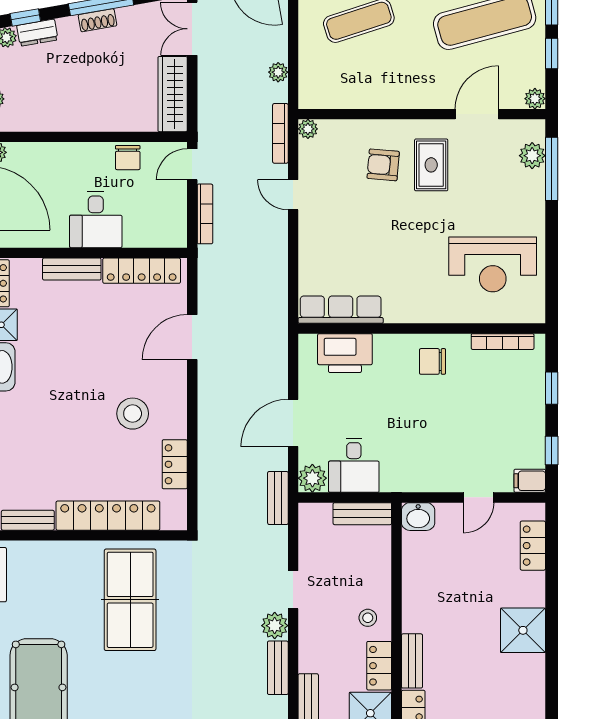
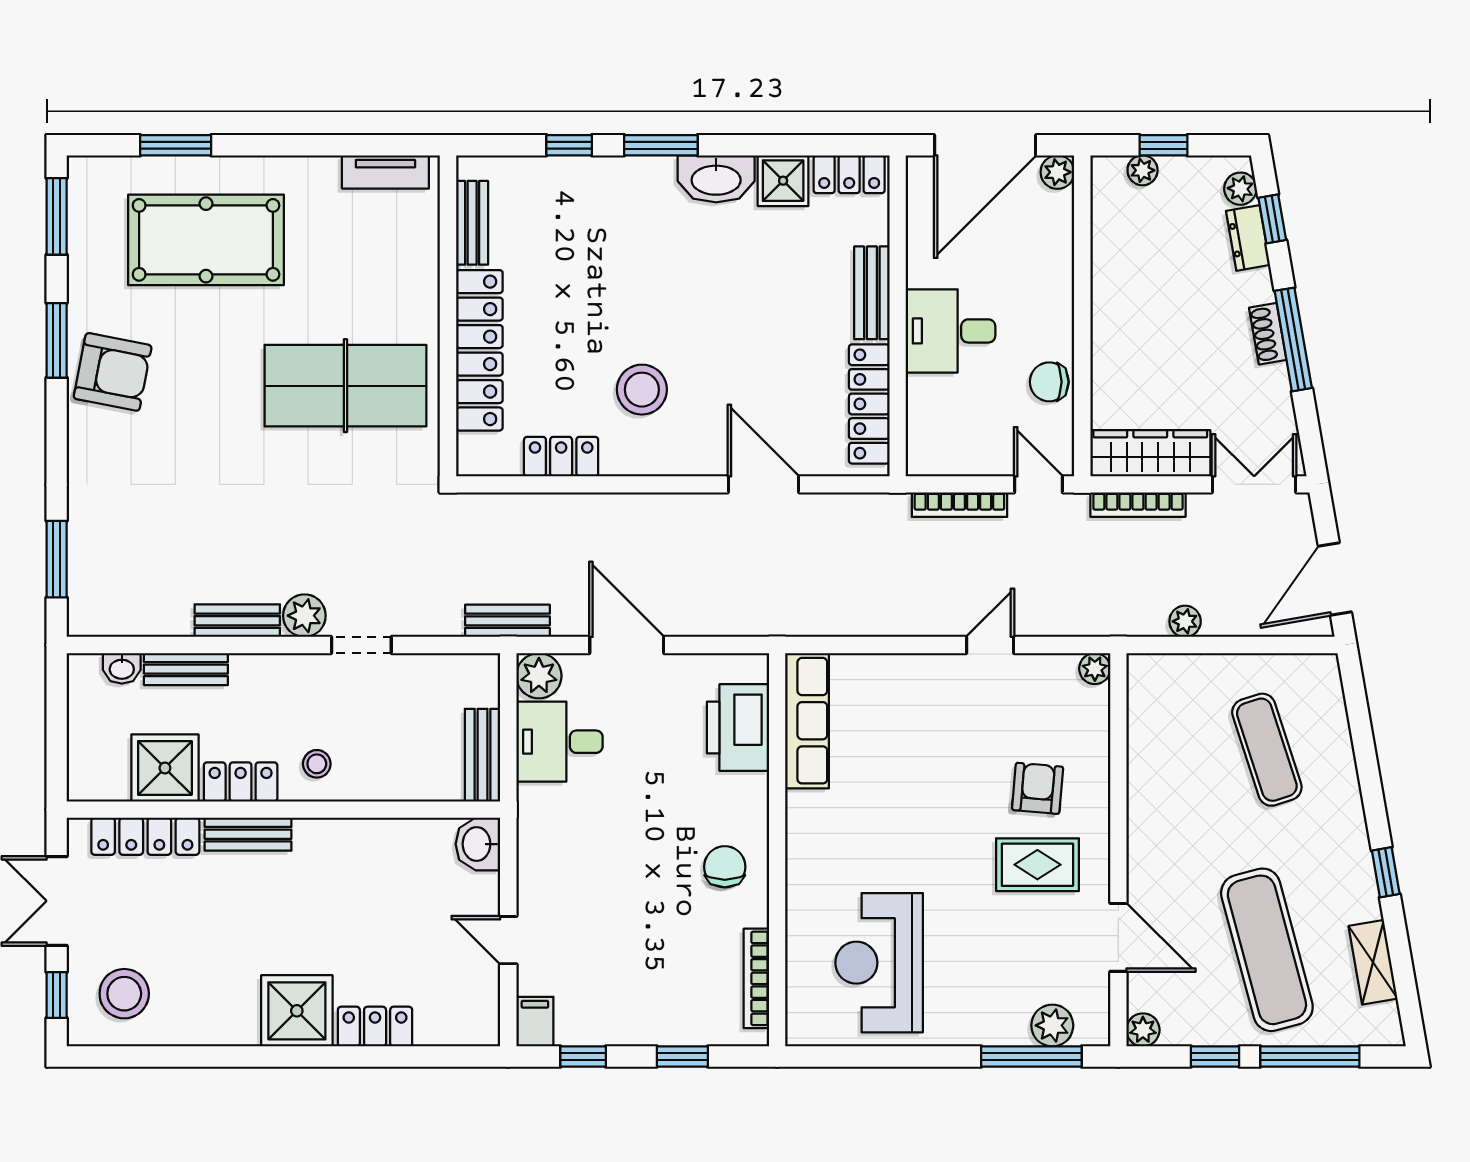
bookcase: (280, 133) -> (1138, 505), moved, turned 180
locker: (533, 546) -> (375, 1027), moved

